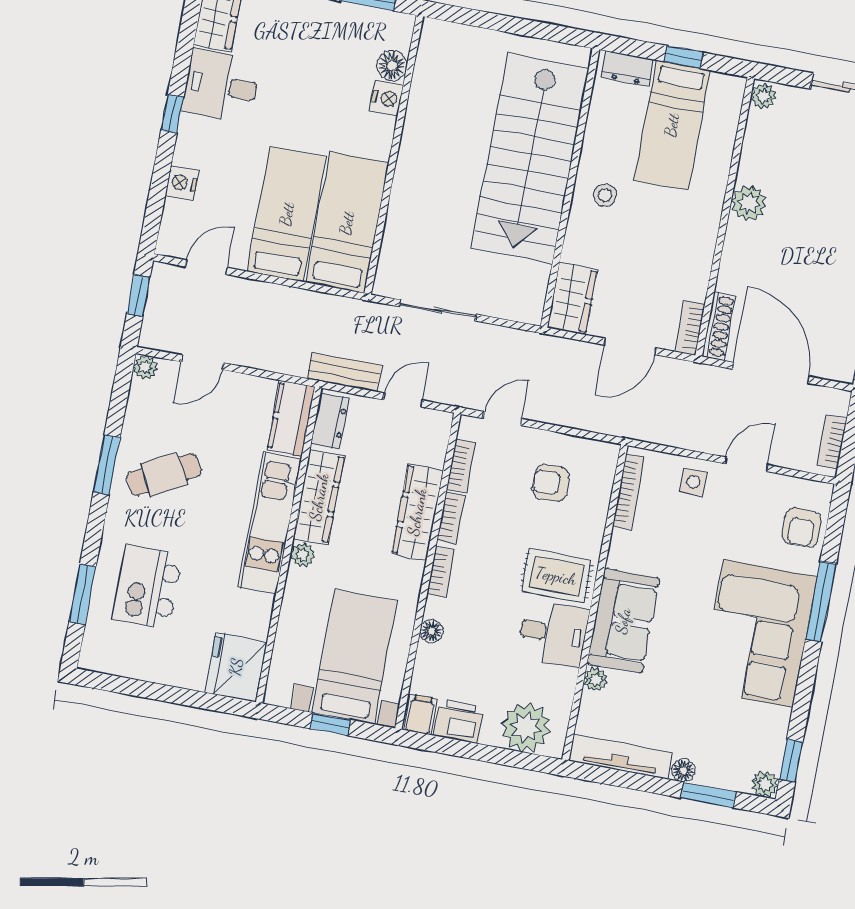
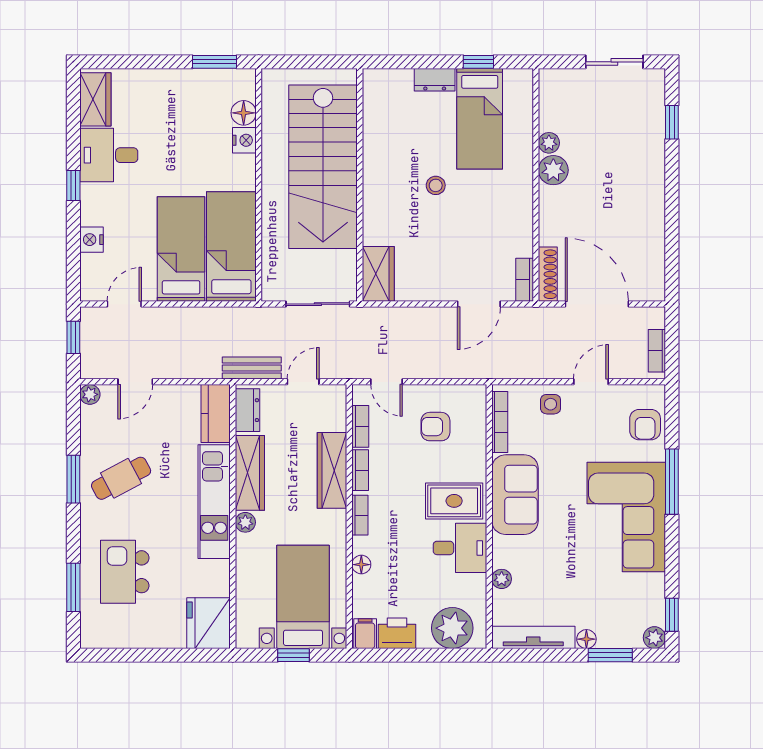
plant: (763, 96) -> (549, 143), moved
stairs: (530, 158) -> (323, 167), moved
wall: (570, 188) -> (360, 185), moved
wardrobe: (572, 298) -> (378, 274), moved
door: (502, 419) -> (386, 382), swing flipped
sofa: (623, 621) -> (515, 495), moved

